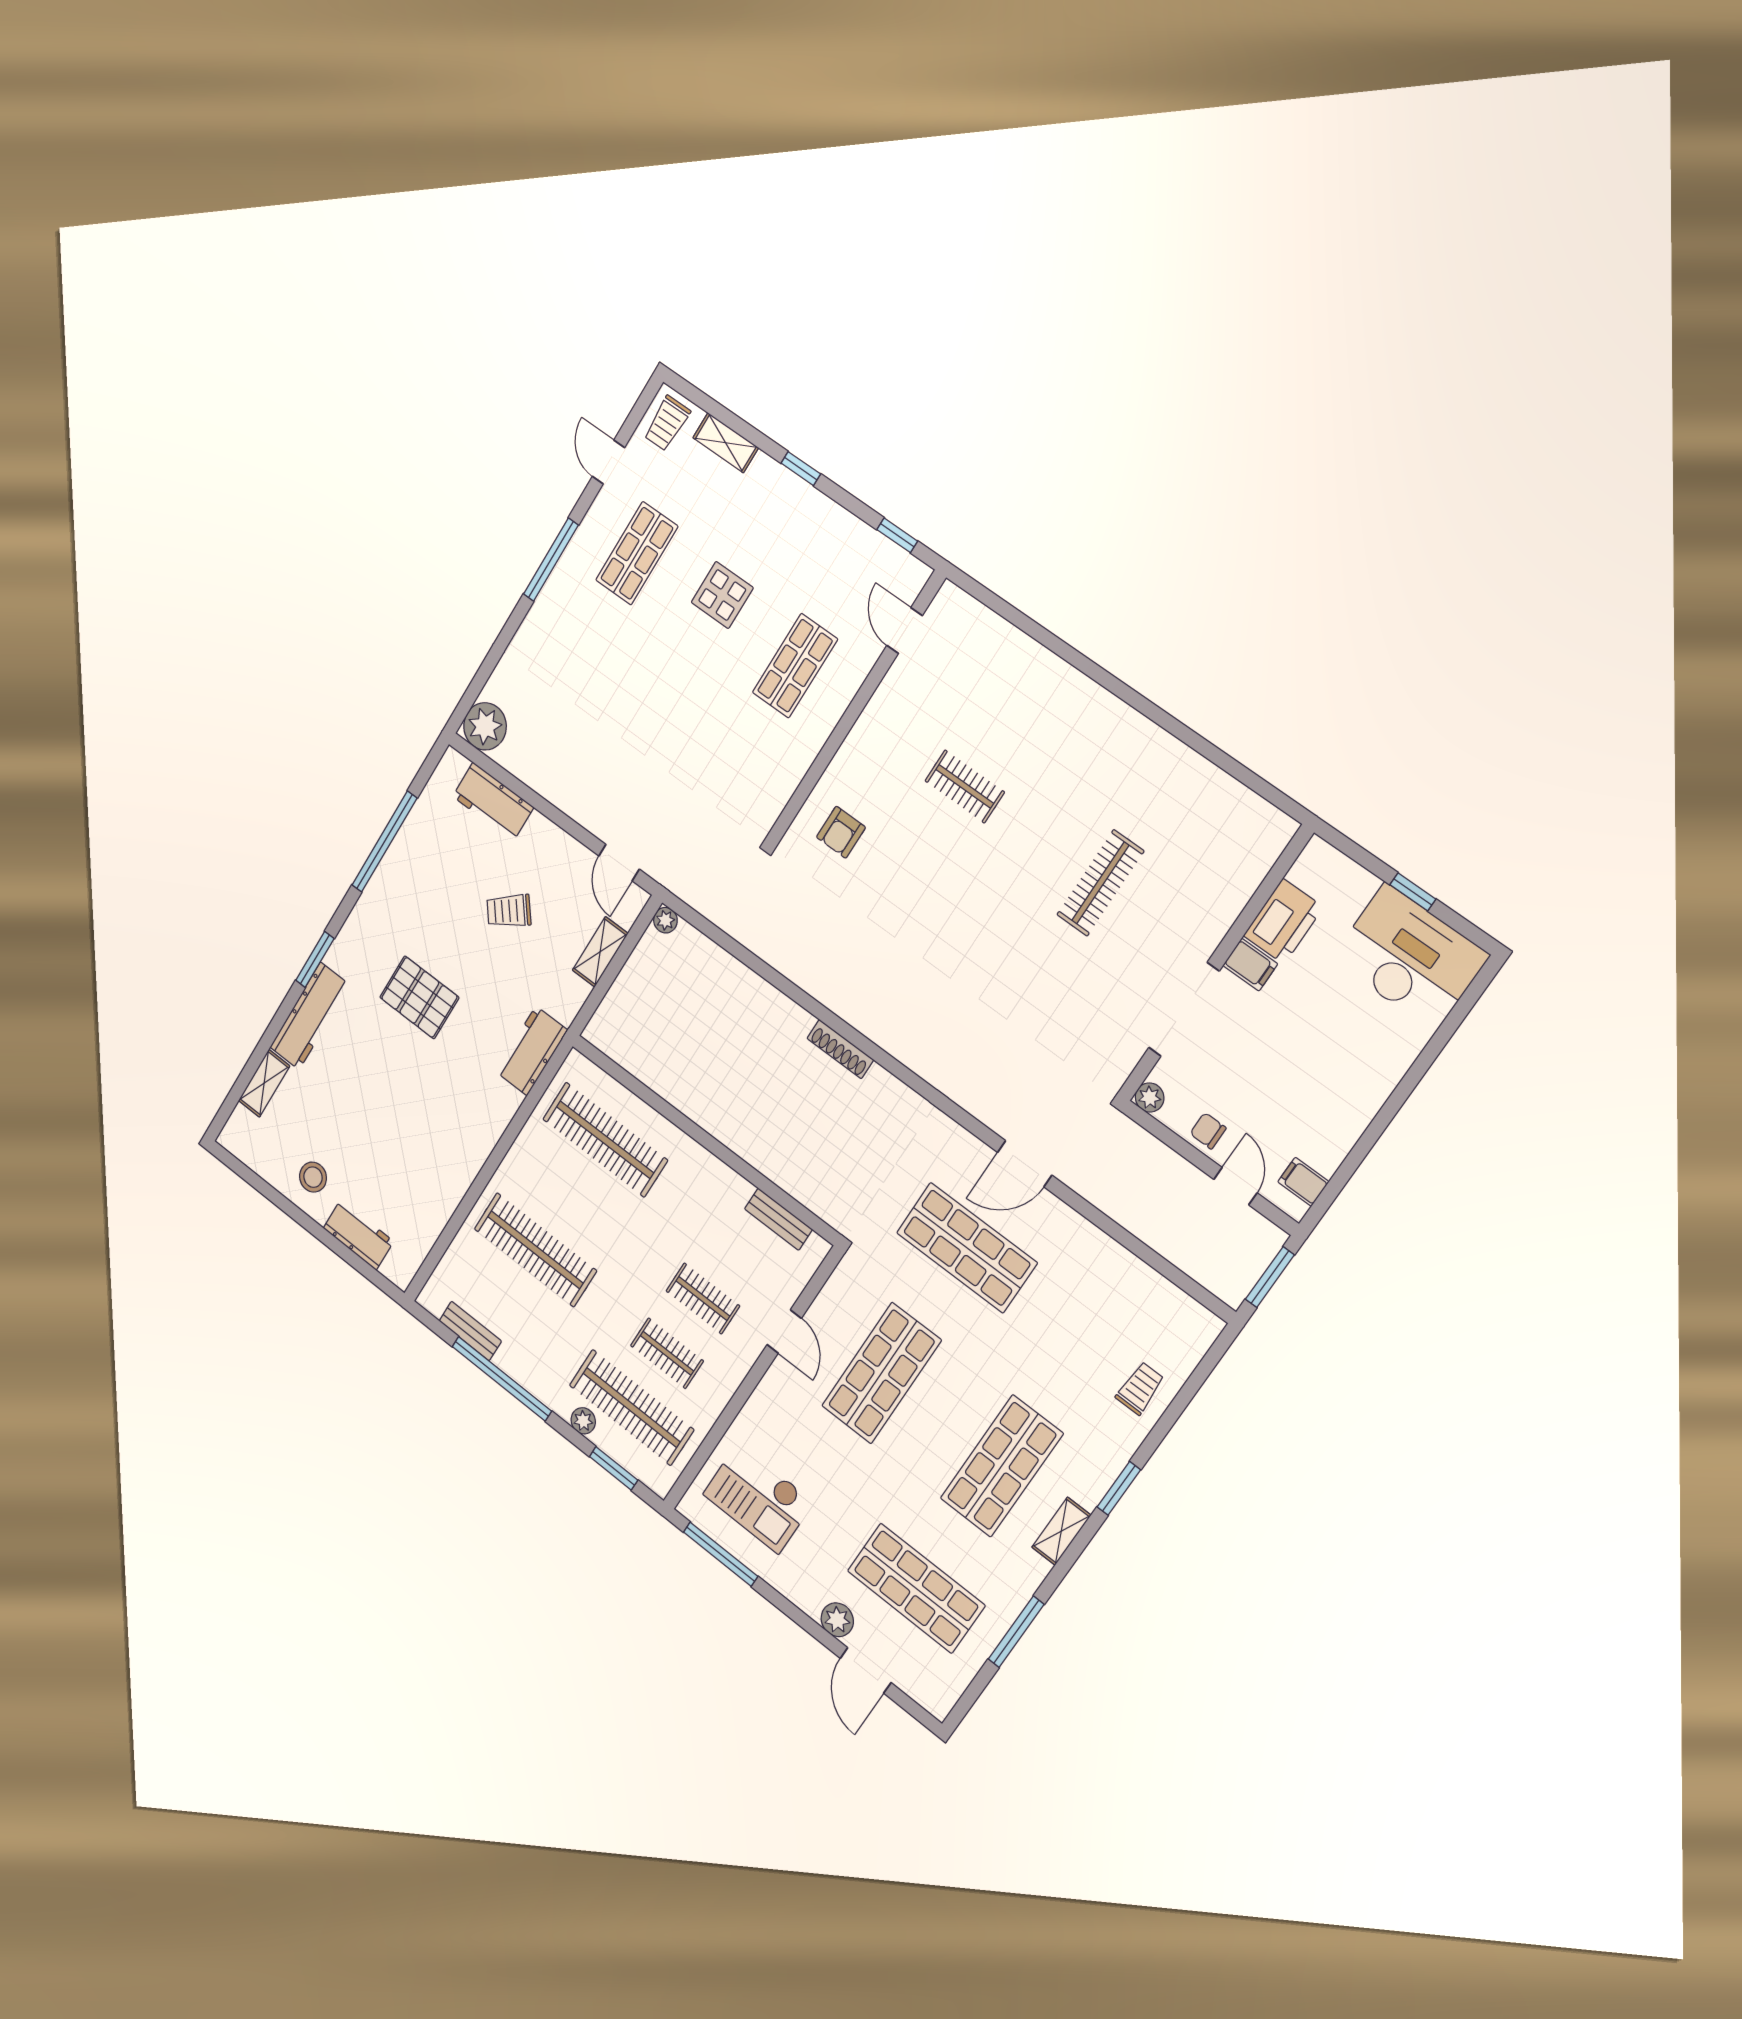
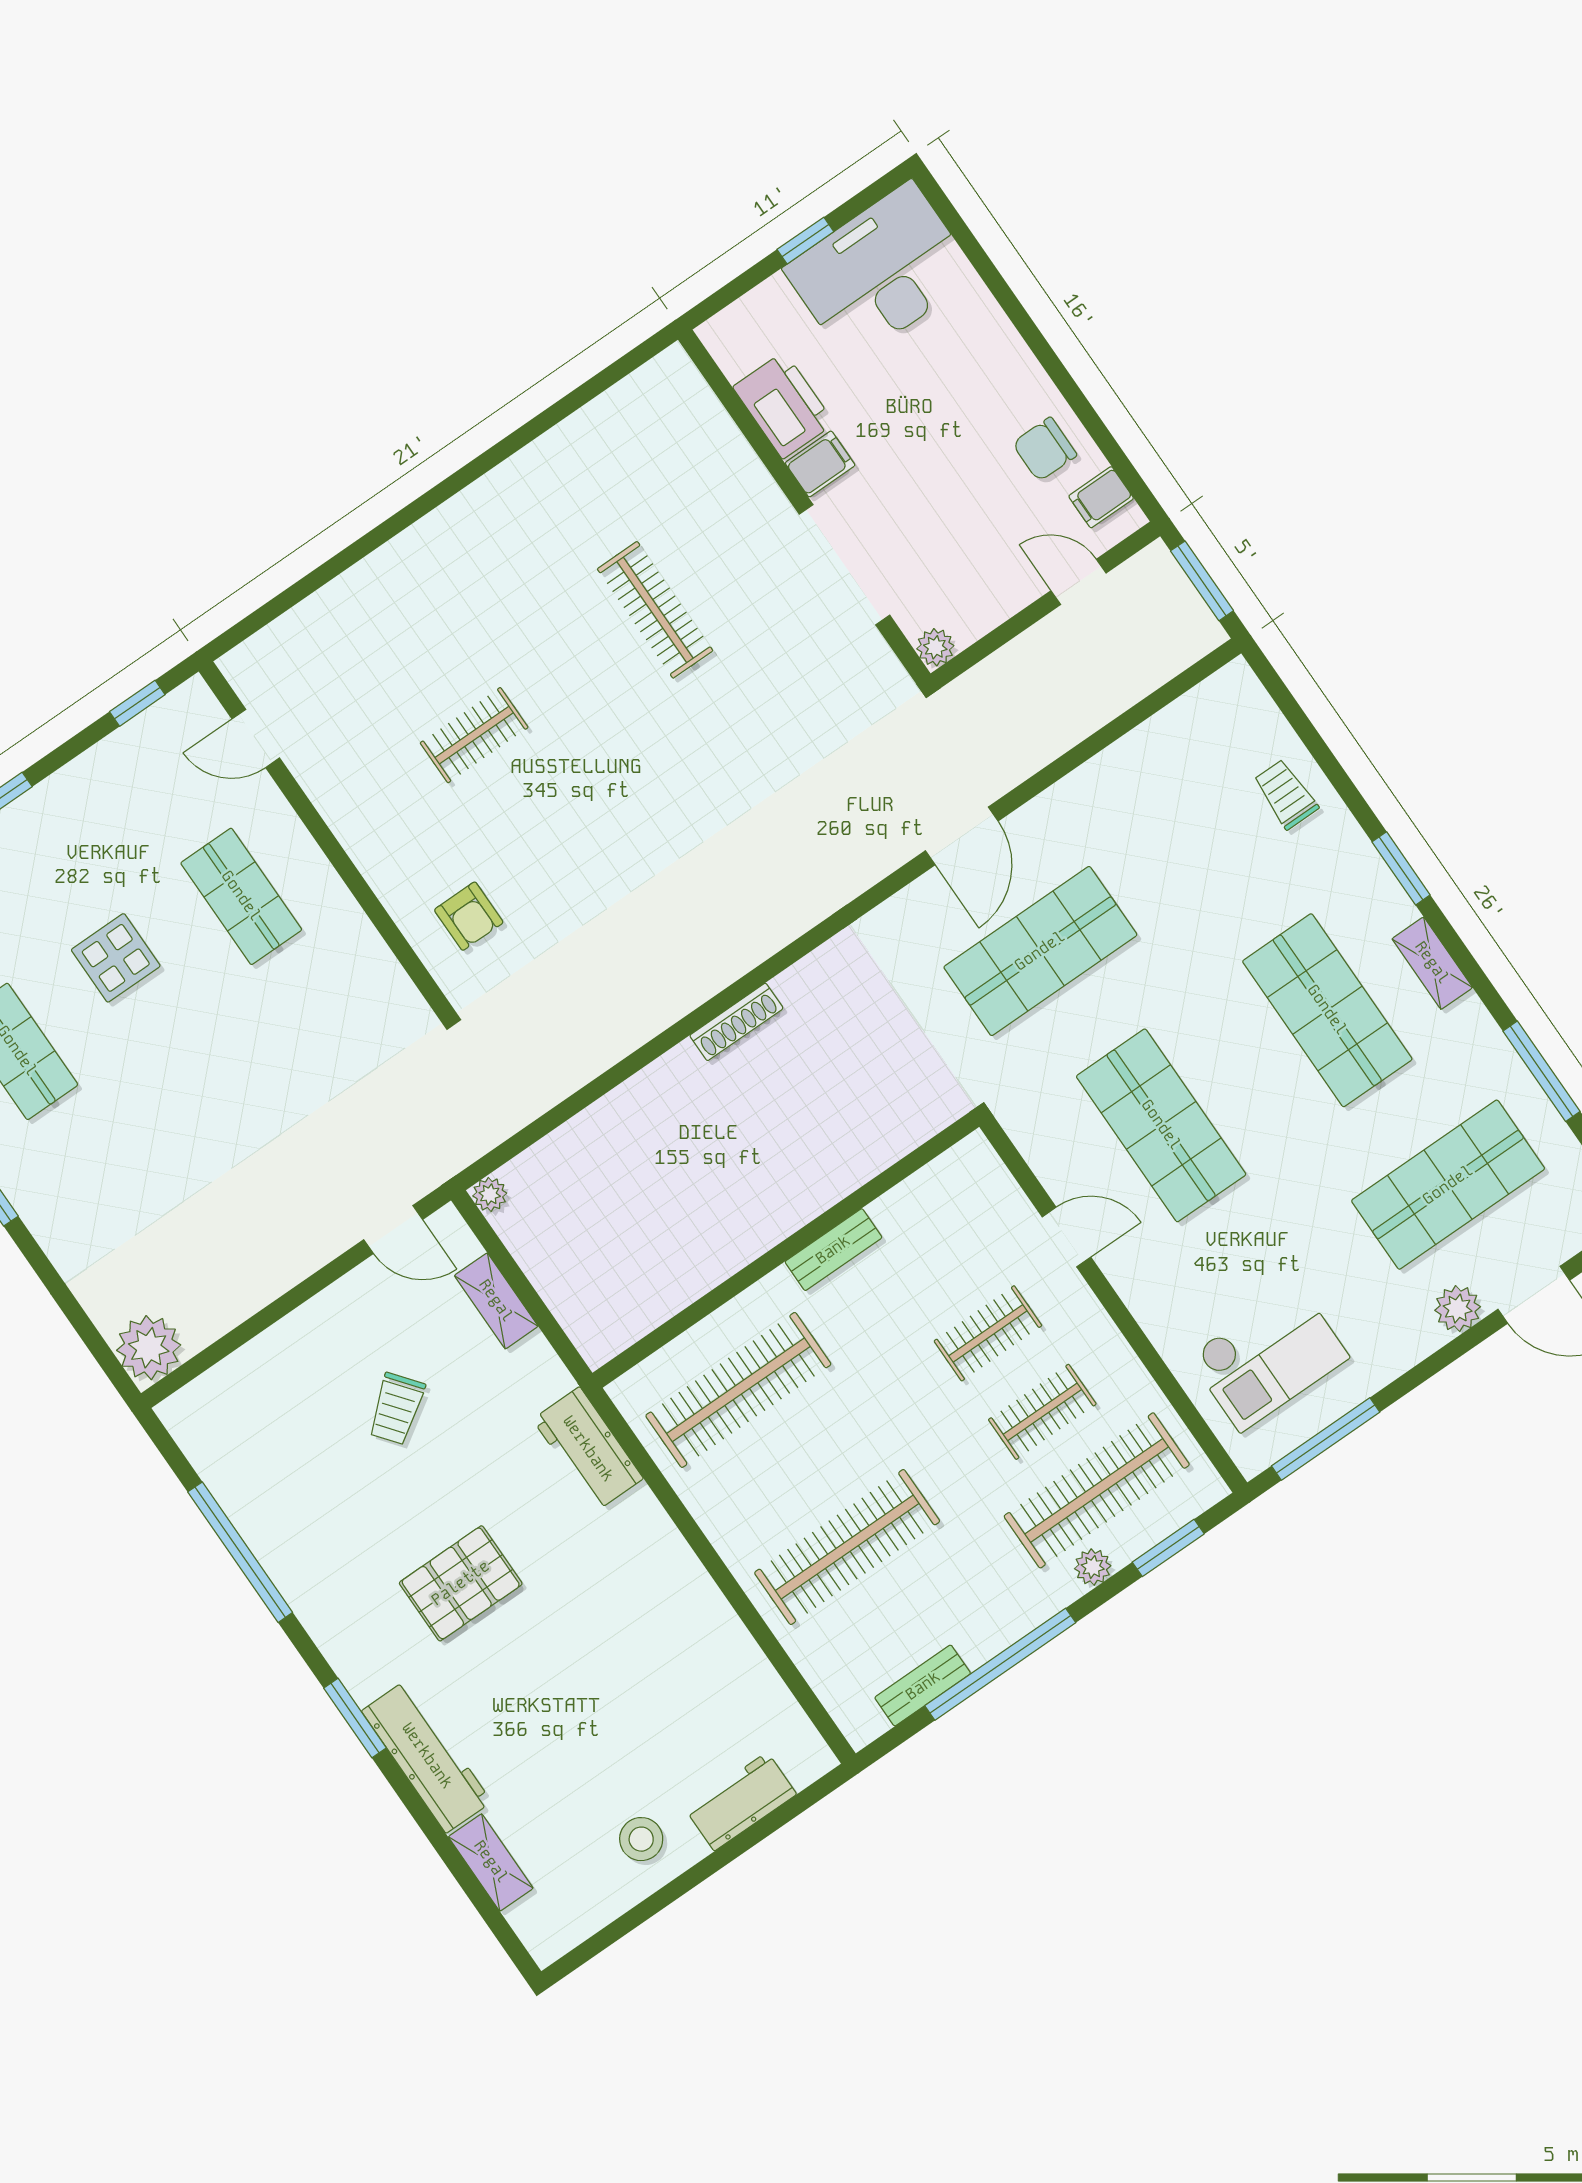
workbench: (493, 802) -> (249, 1375), removed
chair: (1208, 1131) -> (1045, 449), moved, width x1.37, depth x1.37
bench: (778, 1219) -> (833, 1250), moved

